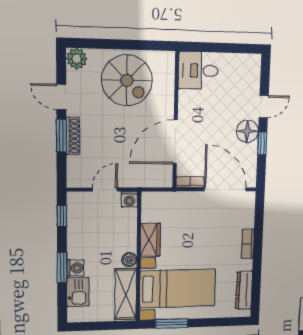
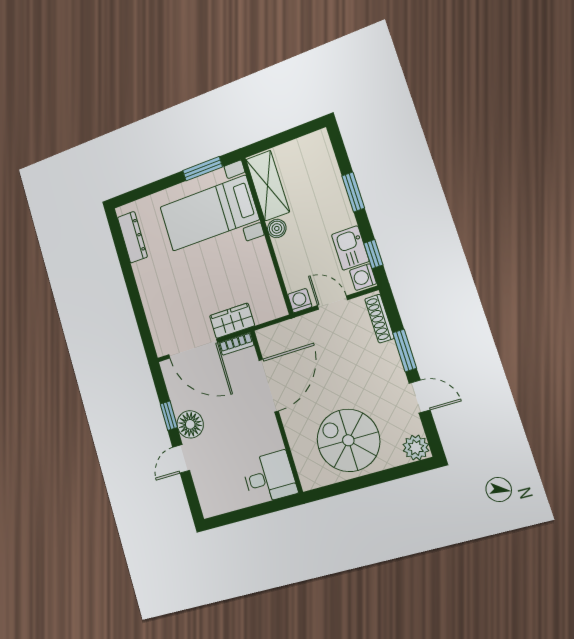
shoe rack: (73, 136) -> (379, 319), moved
door: (105, 190) -> (332, 303), swing flipped
wardrobe: (150, 240) -> (232, 321), moved, turned 90
bookcase: (248, 244) -> (146, 293), removed
washing machine: (75, 268) -> (363, 277), moved
kitchen sink: (78, 292) -> (350, 248), moved

